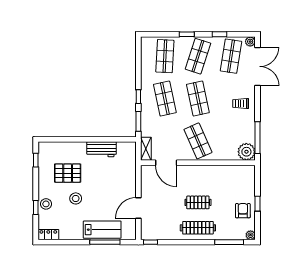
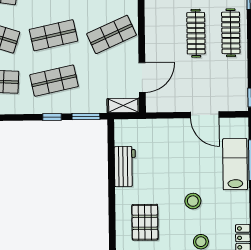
pallet: (68, 173) -> (145, 222), moved
clothes rail: (198, 202) -> (196, 33), width x1.36

